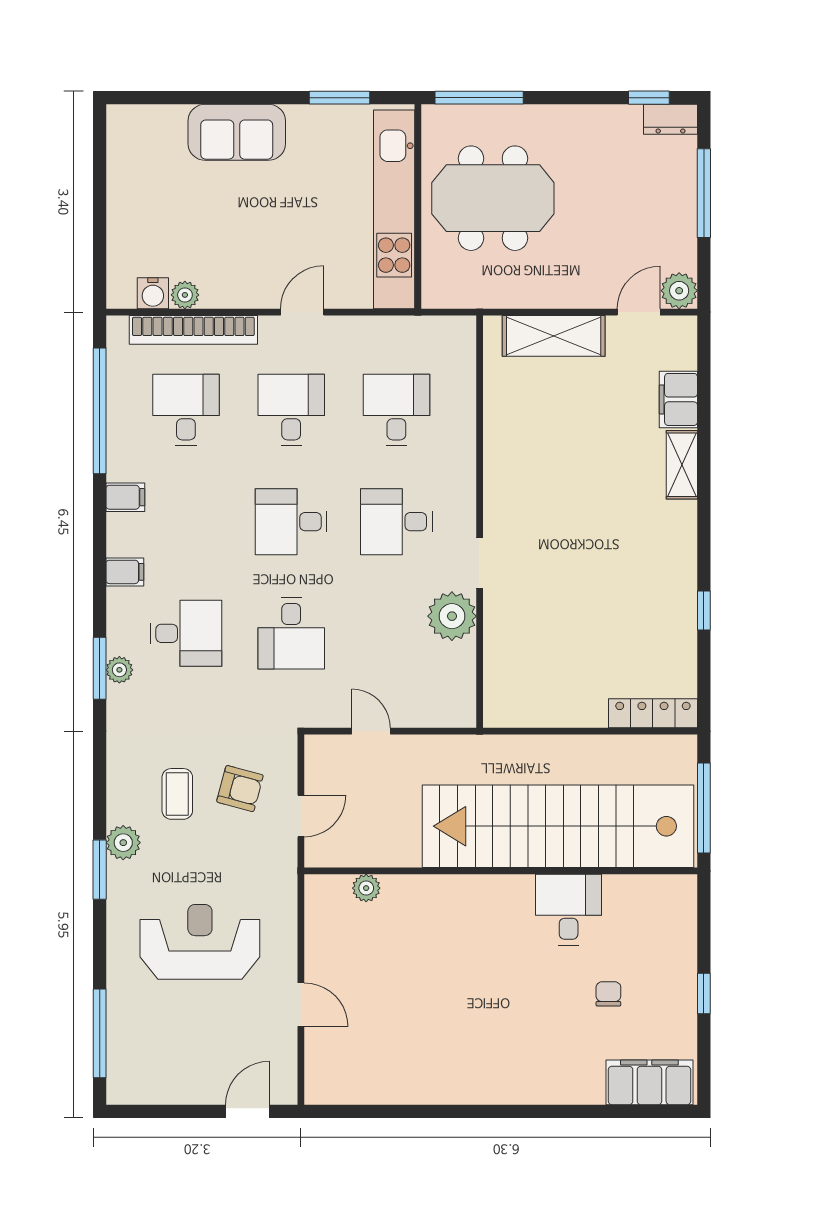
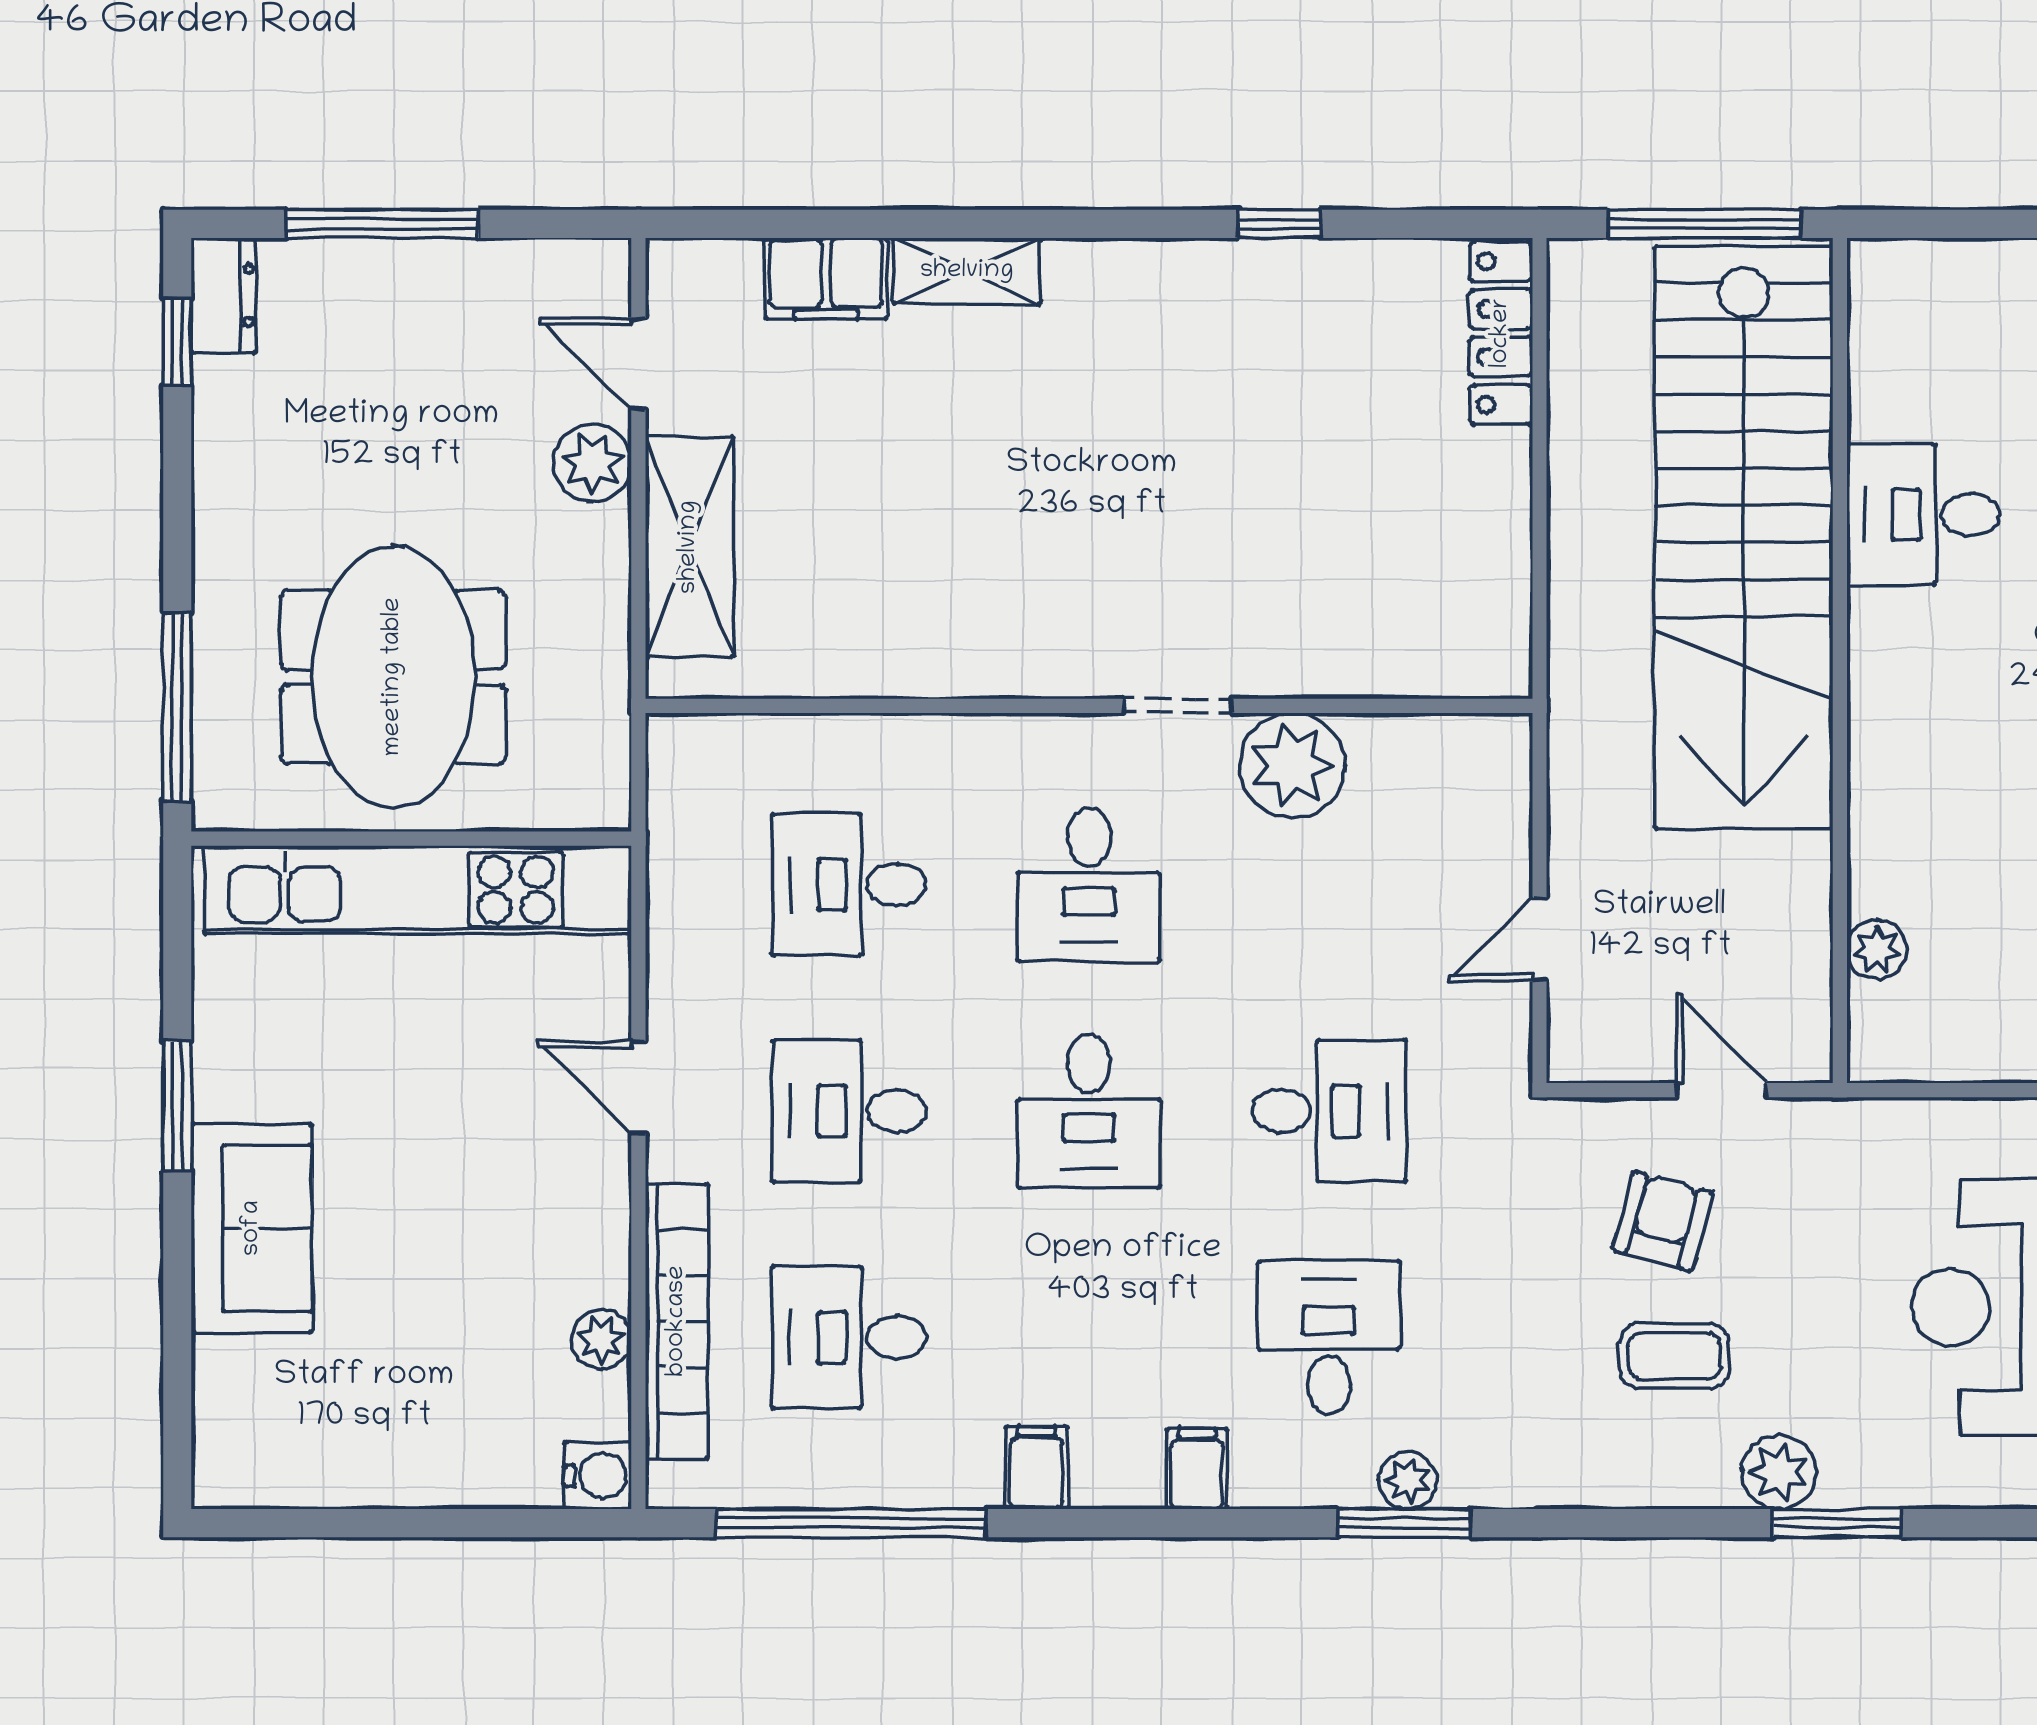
window: (339, 98) -> (177, 1106), moved
plant: (679, 291) -> (592, 463), moved
water cooler: (153, 293) -> (598, 1476), moved

